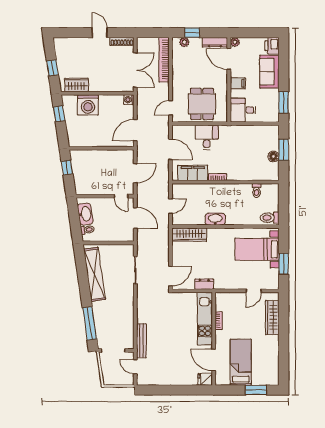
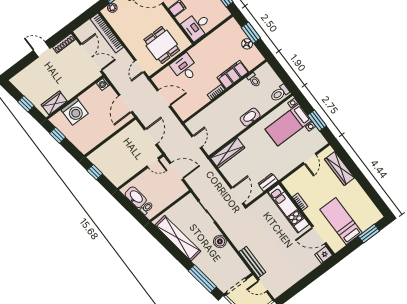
filing cabinet: (193, 173) -> (233, 75), moved
washbasin: (215, 219) -> (250, 117), moved
boiler: (127, 303) -> (220, 241), added

